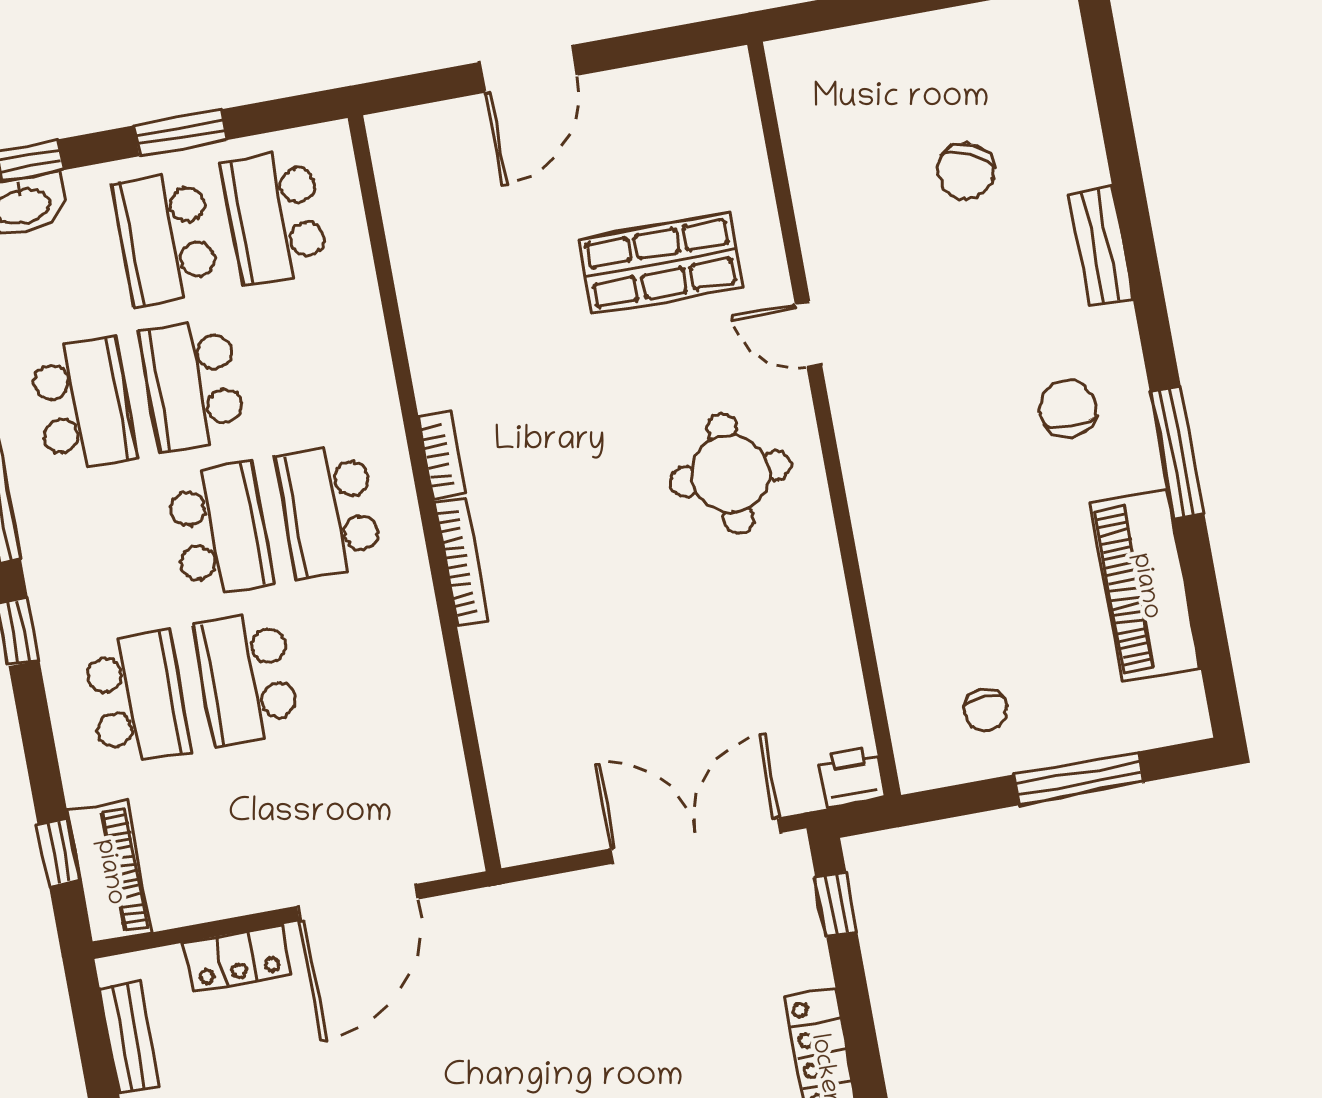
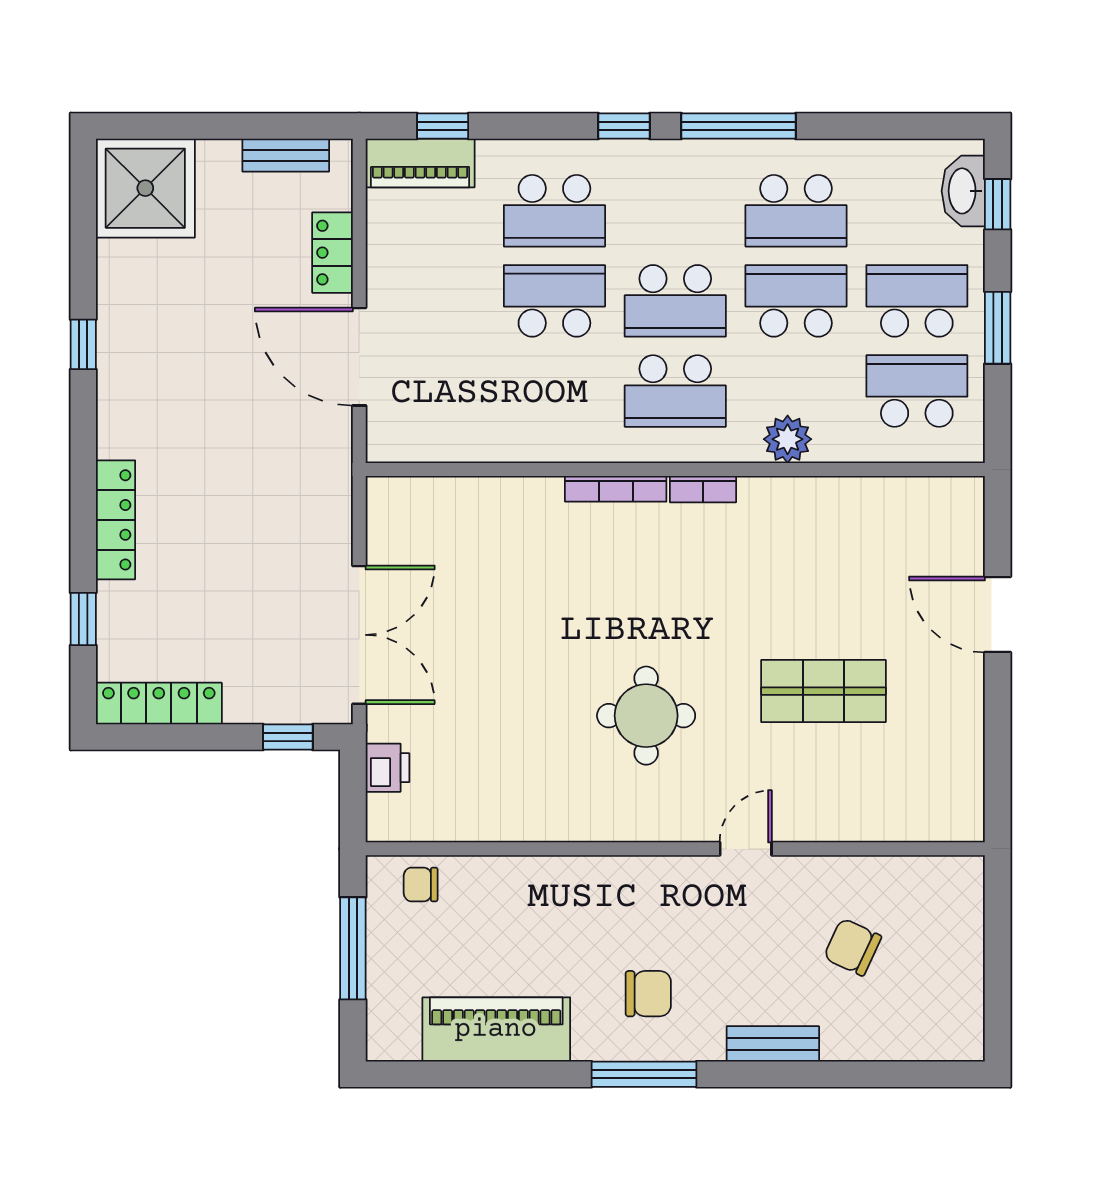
shop shelf: (661, 263) -> (823, 691), turned 90
door: (808, 334) -> (746, 849), moved
plant: (363, 363) -> (788, 439), added
wall: (824, 420) -> (675, 849), moved
window: (1177, 452) -> (644, 1074), moved
school desk: (329, 511) -> (675, 391), turned 180

